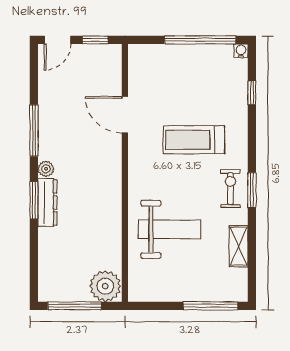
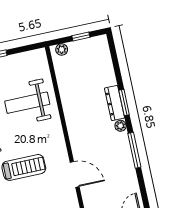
plant: (105, 286) -> (62, 49), width x0.53, depth x0.53
window: (75, 306) -> (81, 37), width x0.46

